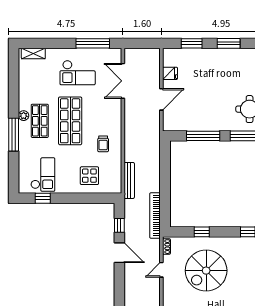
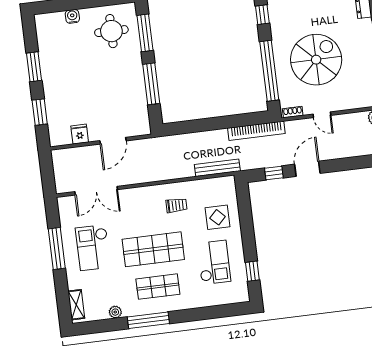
window: (93, 43) -> (57, 249), moved
checkout: (78, 73) -> (93, 248), turned 180
door: (161, 99) -> (113, 141), swing flipped
plant: (24, 116) -> (115, 312), moved
window: (14, 135) -> (148, 320), moved
checkout: (43, 175) -> (214, 262), moved, turned 90
window: (202, 232) -> (269, 71), width x3.17
spiral stairs: (206, 271) -> (316, 60), turned -90

